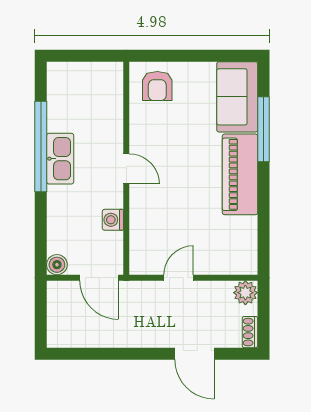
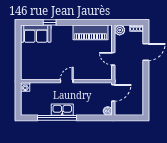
armchair: (157, 86) -> (31, 68), removed
window: (263, 129) -> (50, 22), width x0.46
piano: (240, 174) -> (91, 32), moved
washing machine: (113, 220) -> (25, 87), moved

